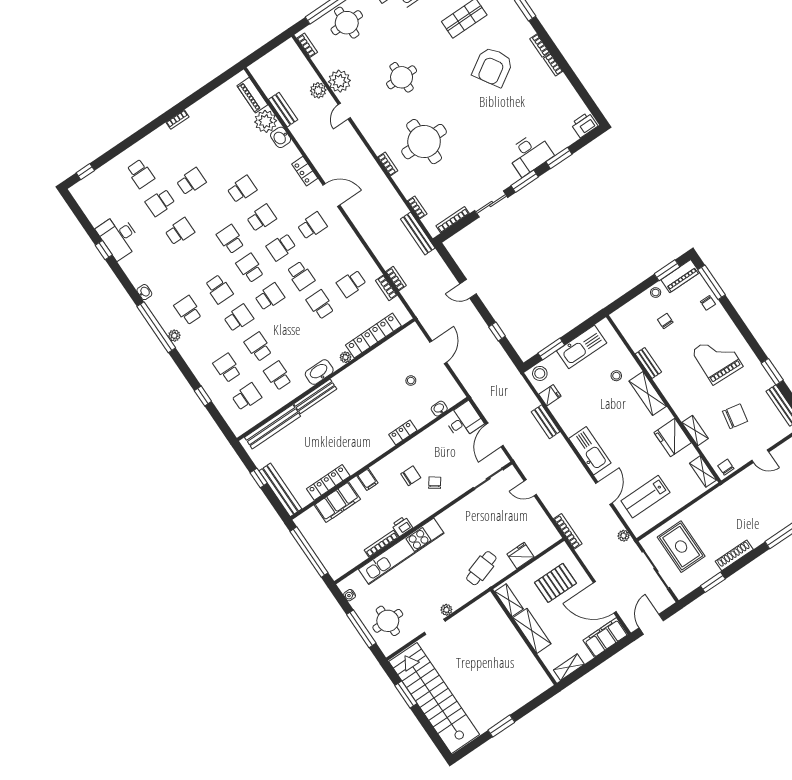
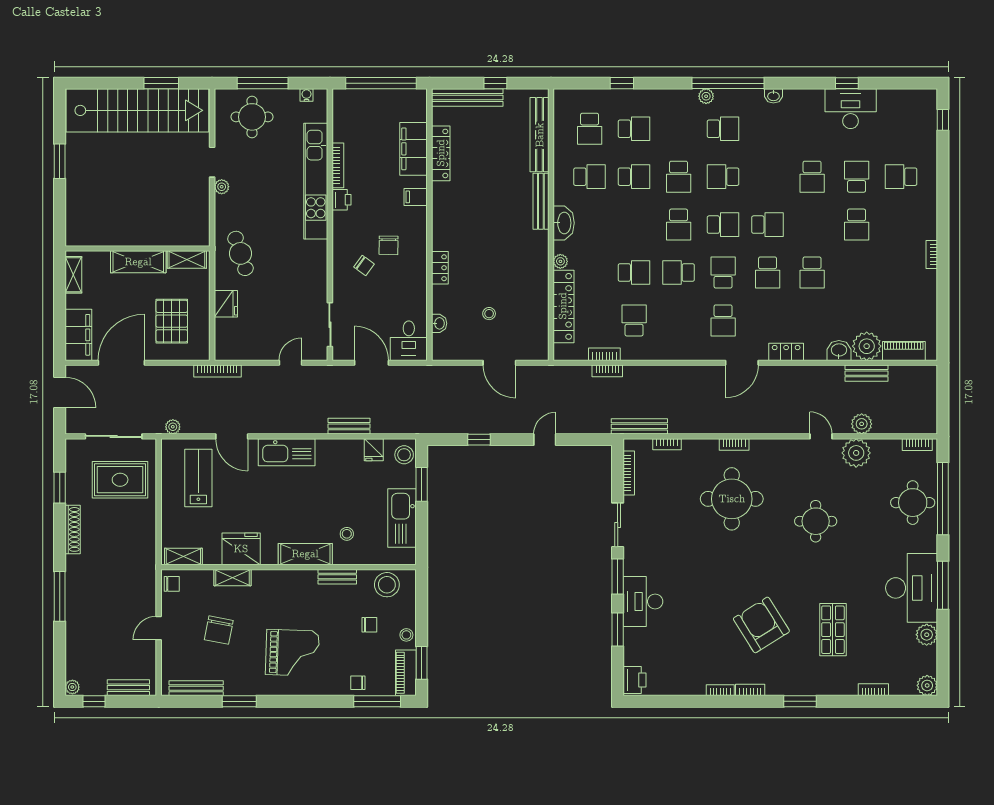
stool: (632, 327) -> (387, 585), added

